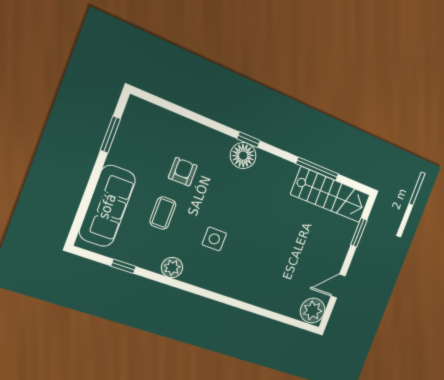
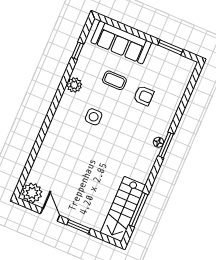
window: (249, 140) -> (166, 145), width x1.50
floor lamp: (243, 156) -> (158, 142), width x0.53, depth x0.53
window: (317, 169) -> (138, 210), moved
window: (359, 232) -> (79, 227), moved

